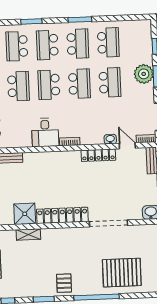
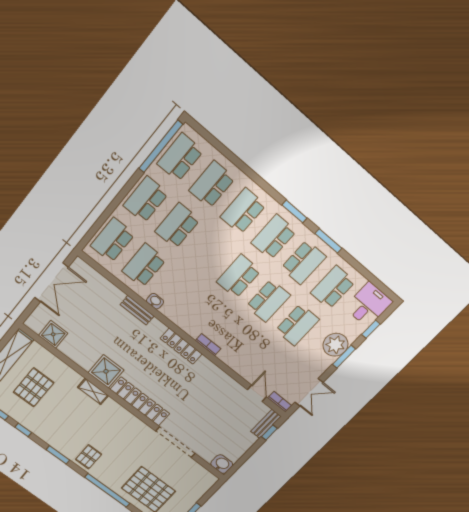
window: (31, 21) -> (294, 211), moved
school desk: (108, 43) -> (333, 287), turned 180
school desk: (18, 86) -> (208, 251), removed
desk: (45, 132) -> (368, 305), moved, turned 180
washbasin: (110, 139) -> (155, 301), moved
locker: (98, 155) -> (181, 346), moved

